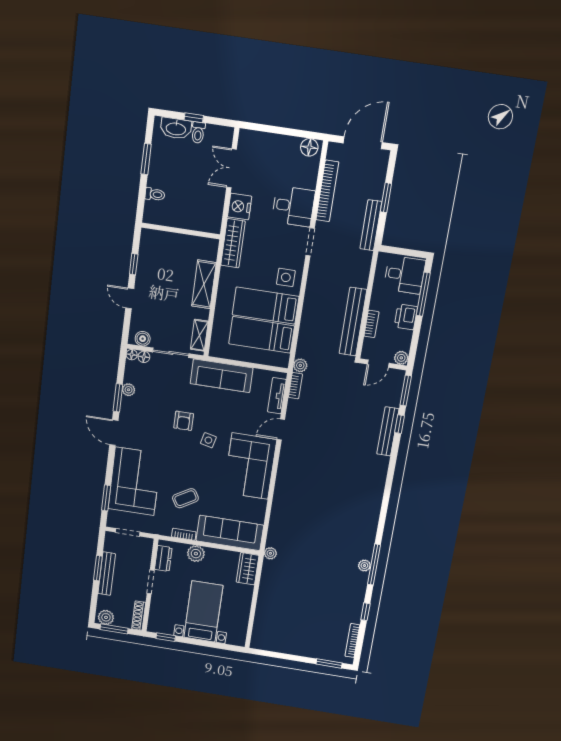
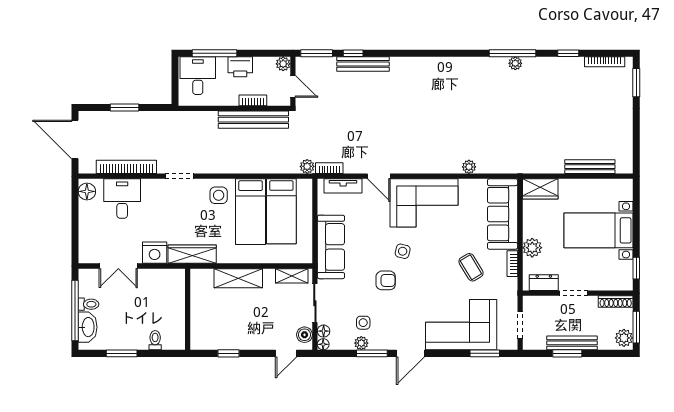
window: (194, 118) -> (75, 310), width x3.17
desk: (293, 206) -> (122, 199), moved
bench: (371, 225) -> (590, 167), moved
door: (130, 298) -> (286, 353), moved
side table: (147, 394) -> (363, 323), added
plant: (270, 553) -> (469, 167), moved

